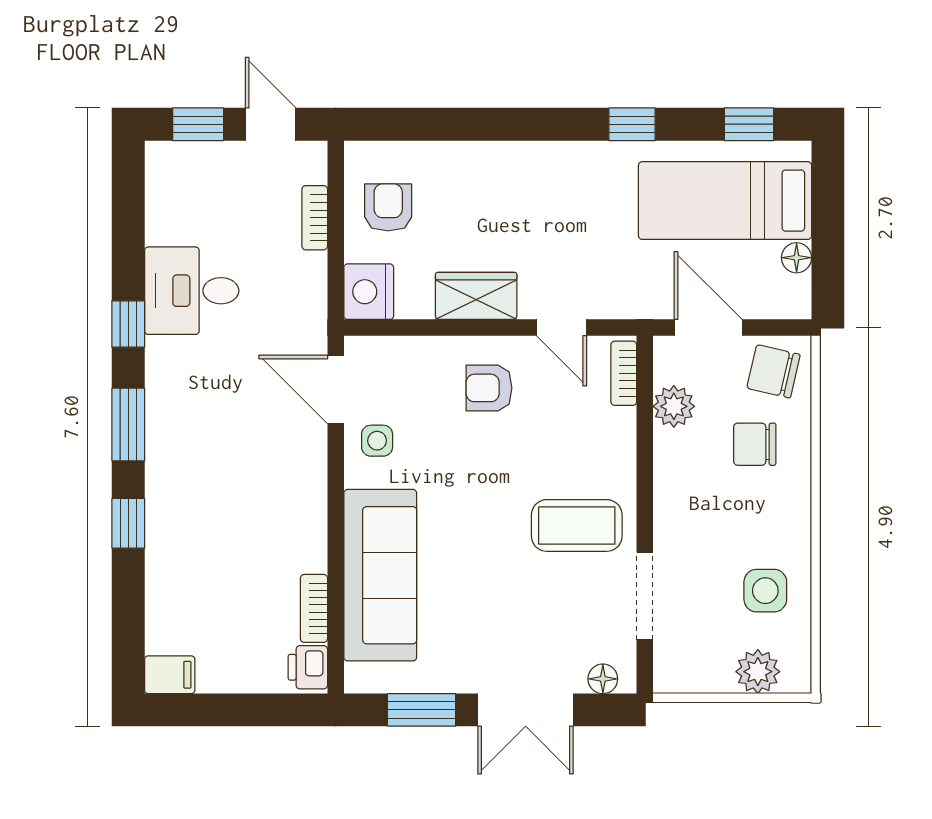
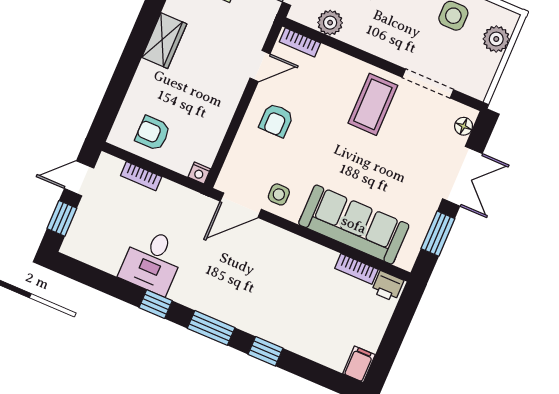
nightstand: (369, 292) -> (199, 173), width x0.53, depth x0.56
wardrobe: (476, 296) -> (164, 41), moved, turned 180

